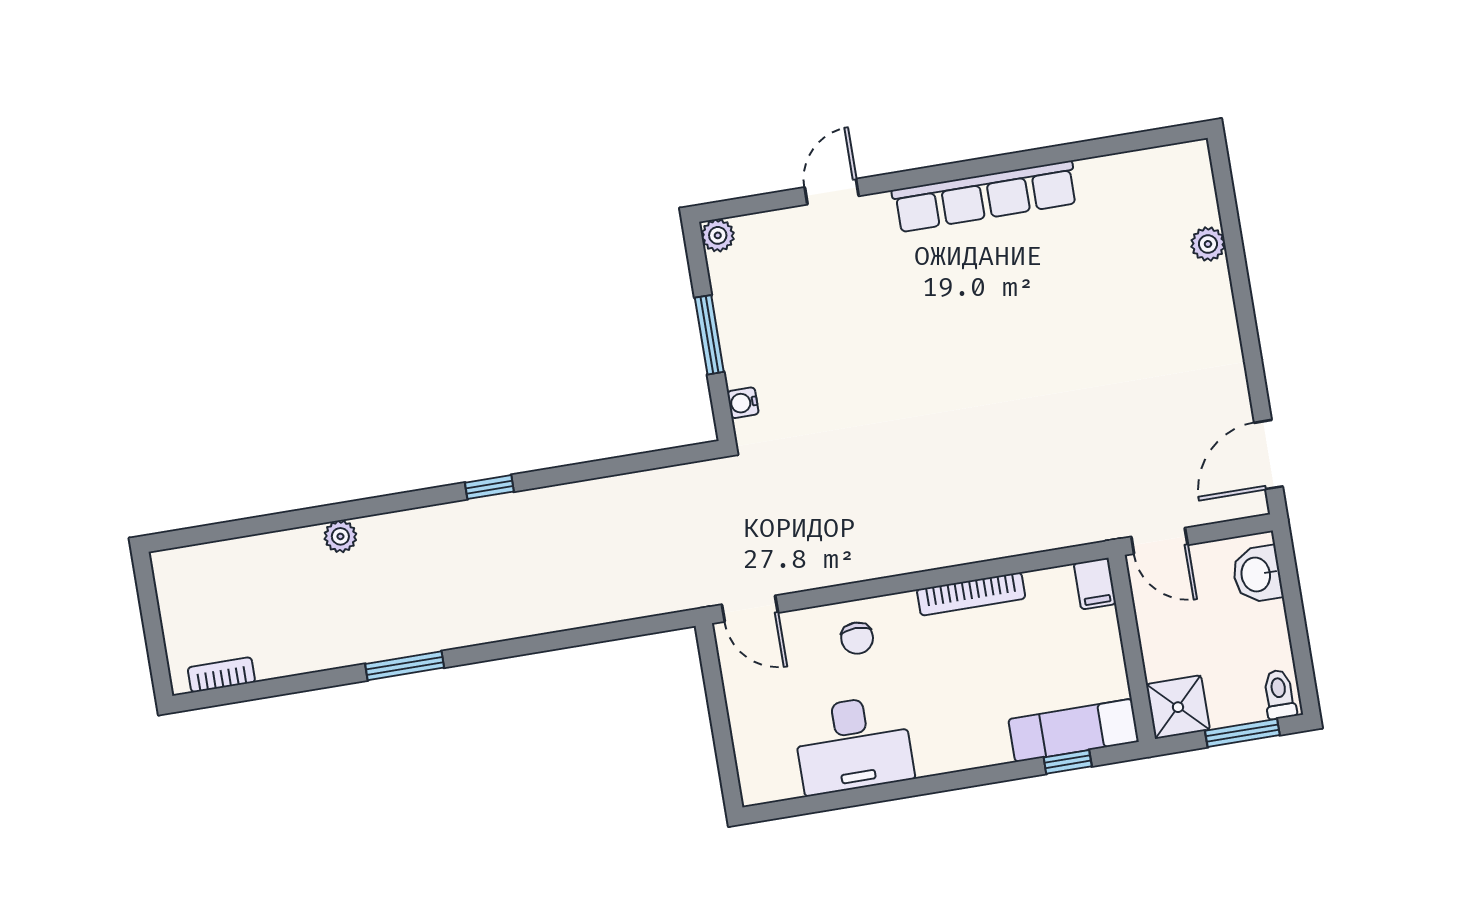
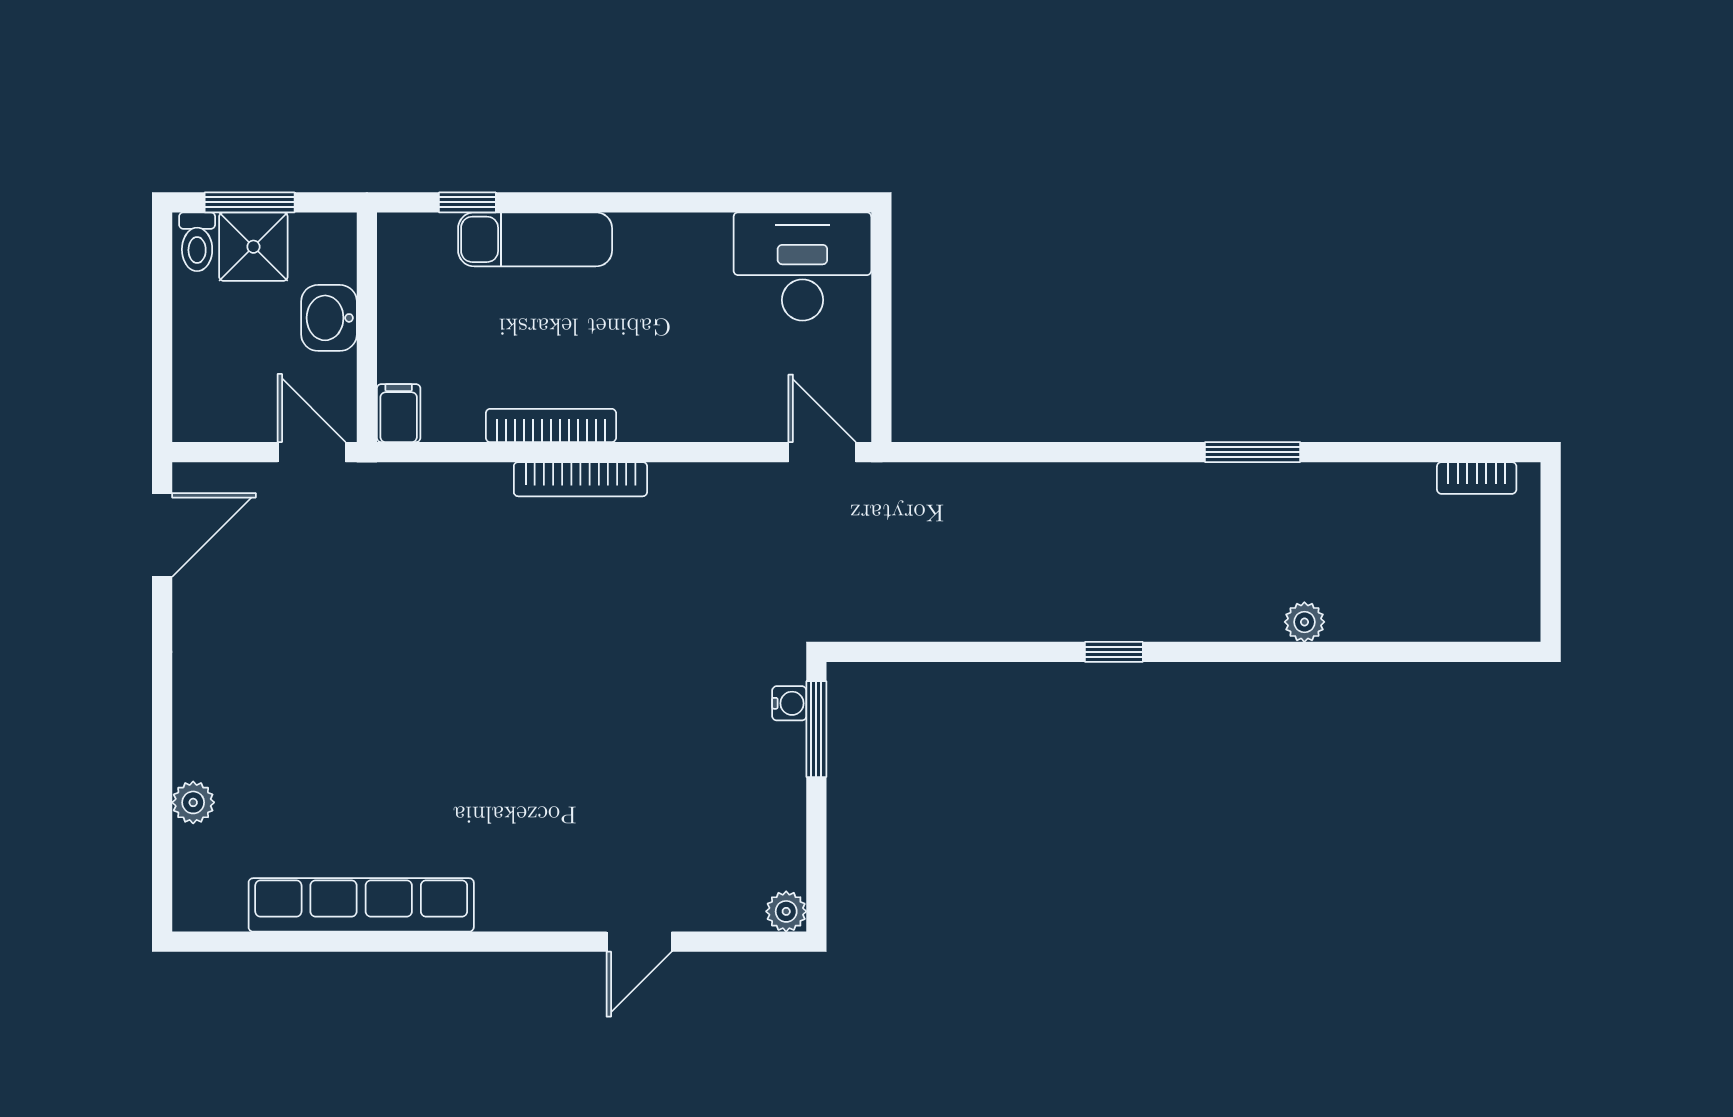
row of seats: (985, 197) -> (361, 905), moved
window: (709, 335) -> (816, 729), moved
bookcase: (940, 555) -> (580, 479), added
washbasin: (1257, 574) -> (329, 318), moved, turned 180
chair: (857, 638) -> (698, 395), removed
shower: (1178, 707) -> (253, 247), moved
exam couch: (1074, 730) -> (535, 239), moved
desk: (853, 745) -> (802, 266), moved

